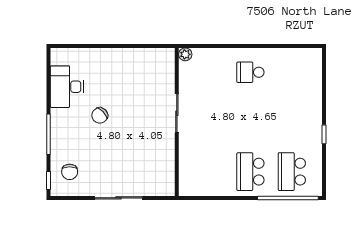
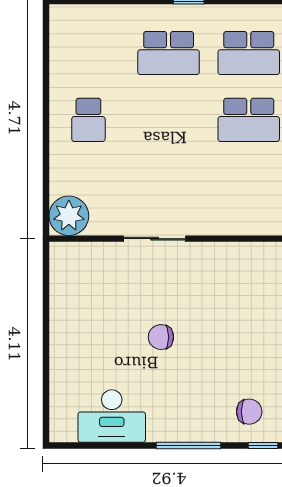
plant: (185, 54) -> (69, 216), width x1.87, depth x1.87
chair: (100, 115) -> (161, 337), moved, turned 134
school desk: (292, 122) -> (169, 53), added

